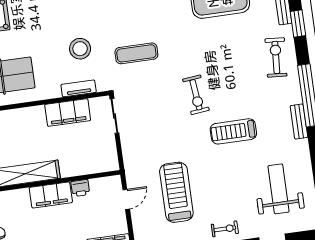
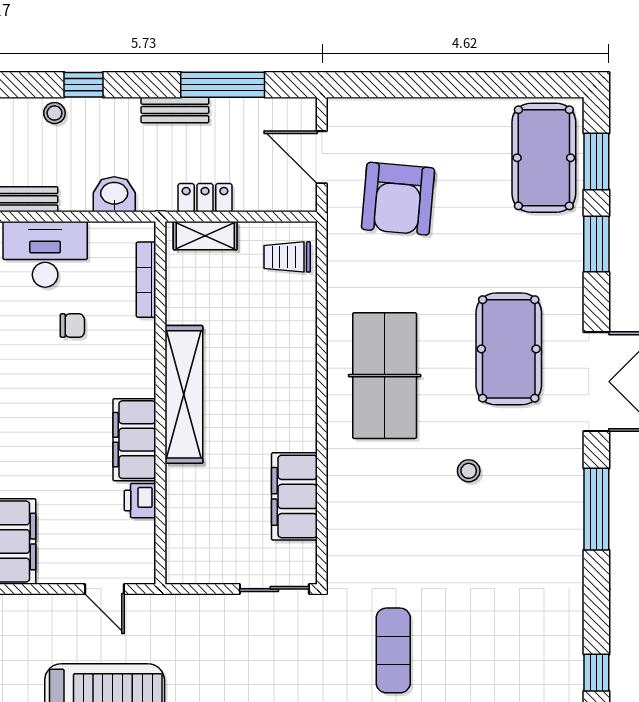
stool: (80, 49) -> (469, 471), moved, width x0.53, depth x0.53
tv unit: (79, 88) -> (339, 525), removed

